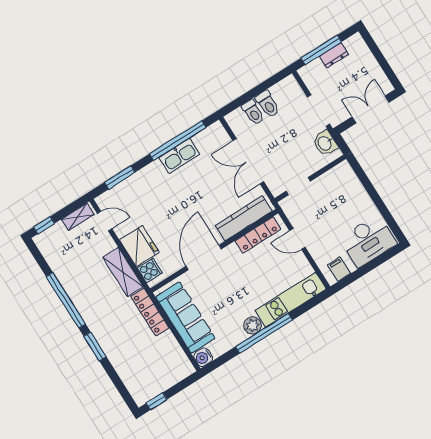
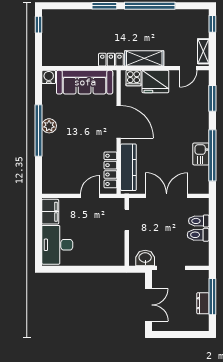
kitchen sink: (179, 156) -> (201, 154), width x0.73
filing cabinet: (339, 269) -> (50, 212), width x2.00
kitchen unit: (291, 300) -> (50, 164), removed
locker: (150, 312) -> (111, 60), width x0.66

